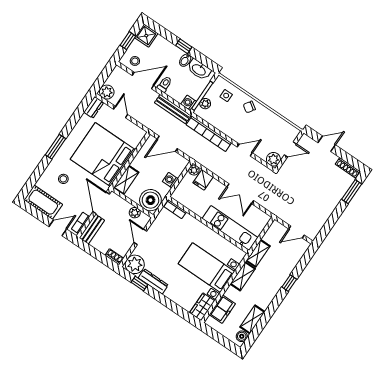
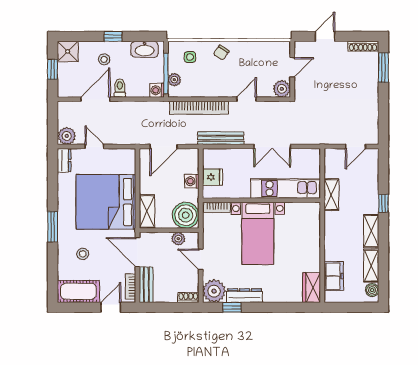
bidet: (185, 60) -> (124, 49), removed
stool: (135, 61) -> (104, 59), moved
bench: (173, 109) -> (221, 138), moved
plant: (194, 170) -> (209, 155), removed
fridge: (203, 180) -> (212, 177), moved, turned -90
bed with nightstands: (207, 268) -> (258, 233), moved, turned -90
shelving: (243, 276) -> (371, 231), moved

